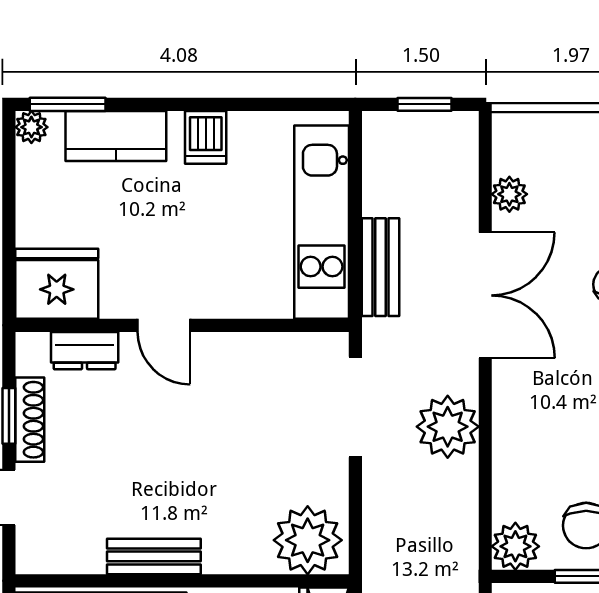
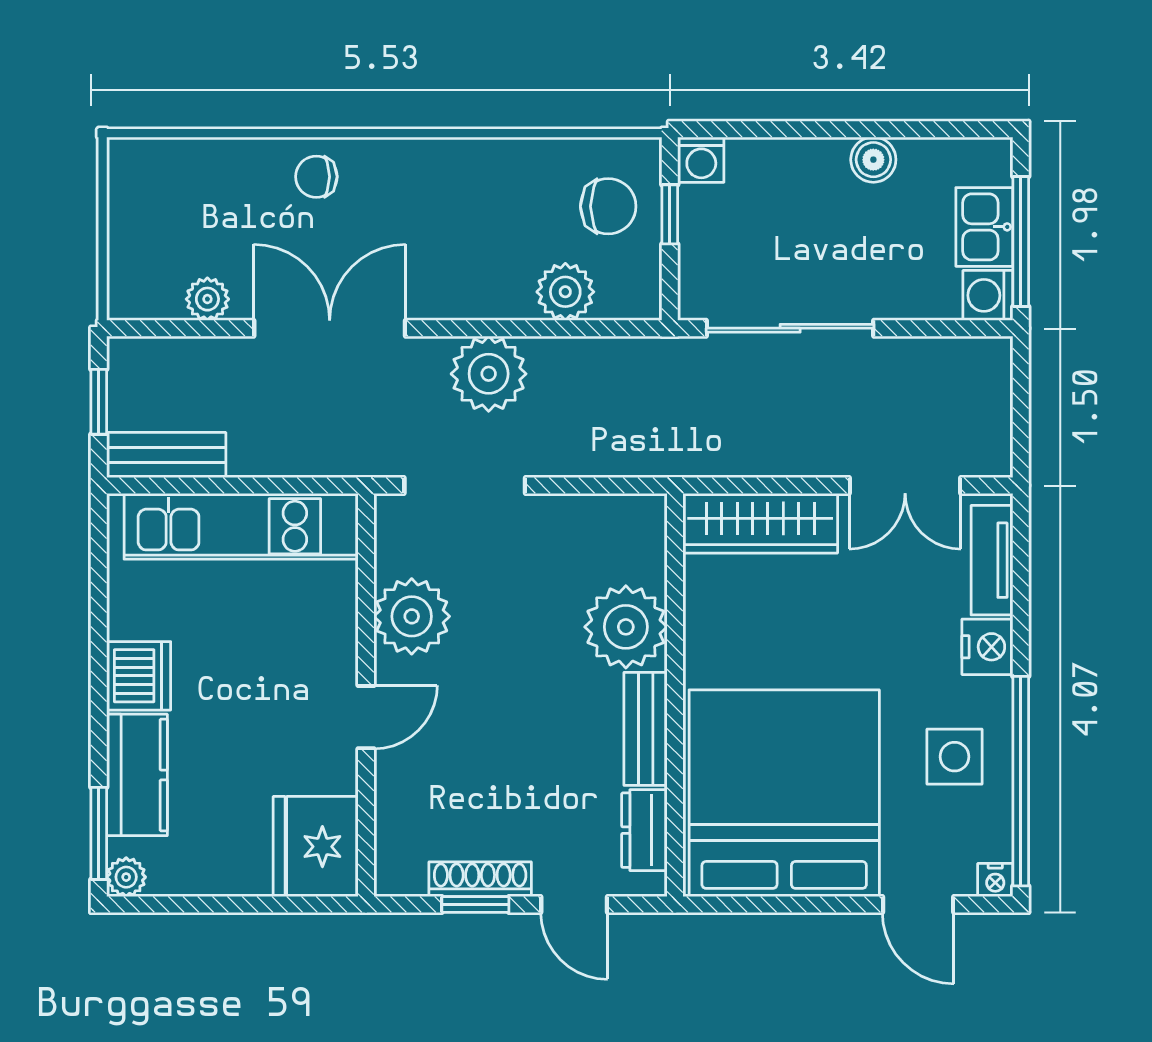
dishwasher: (206, 137) -> (139, 676), width x1.38
bench: (380, 267) -> (167, 455), moved
dresser: (85, 351) -> (644, 830), moved, turned 180
plant: (247, 363) -> (412, 616), added
plant: (308, 540) -> (626, 627), moved
plant: (515, 546) -> (565, 292), moved

